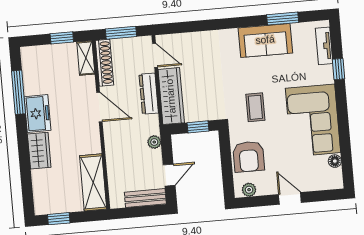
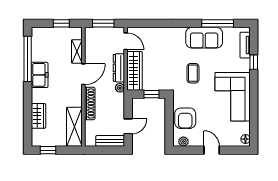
window: (283, 19) -> (218, 23), width x1.44
shelving: (86, 58) -> (77, 51), moved
shoe rack: (105, 63) -> (90, 103), moved
window: (19, 92) -> (28, 59), width x1.46
door: (99, 107) -> (83, 74), hinge flipped
coffee table: (255, 107) -> (193, 73), moved
plant: (154, 142) -> (120, 88), moved
wardrobe: (39, 151) -> (38, 116), moved
floor lamp: (335, 161) -> (245, 139), moved

